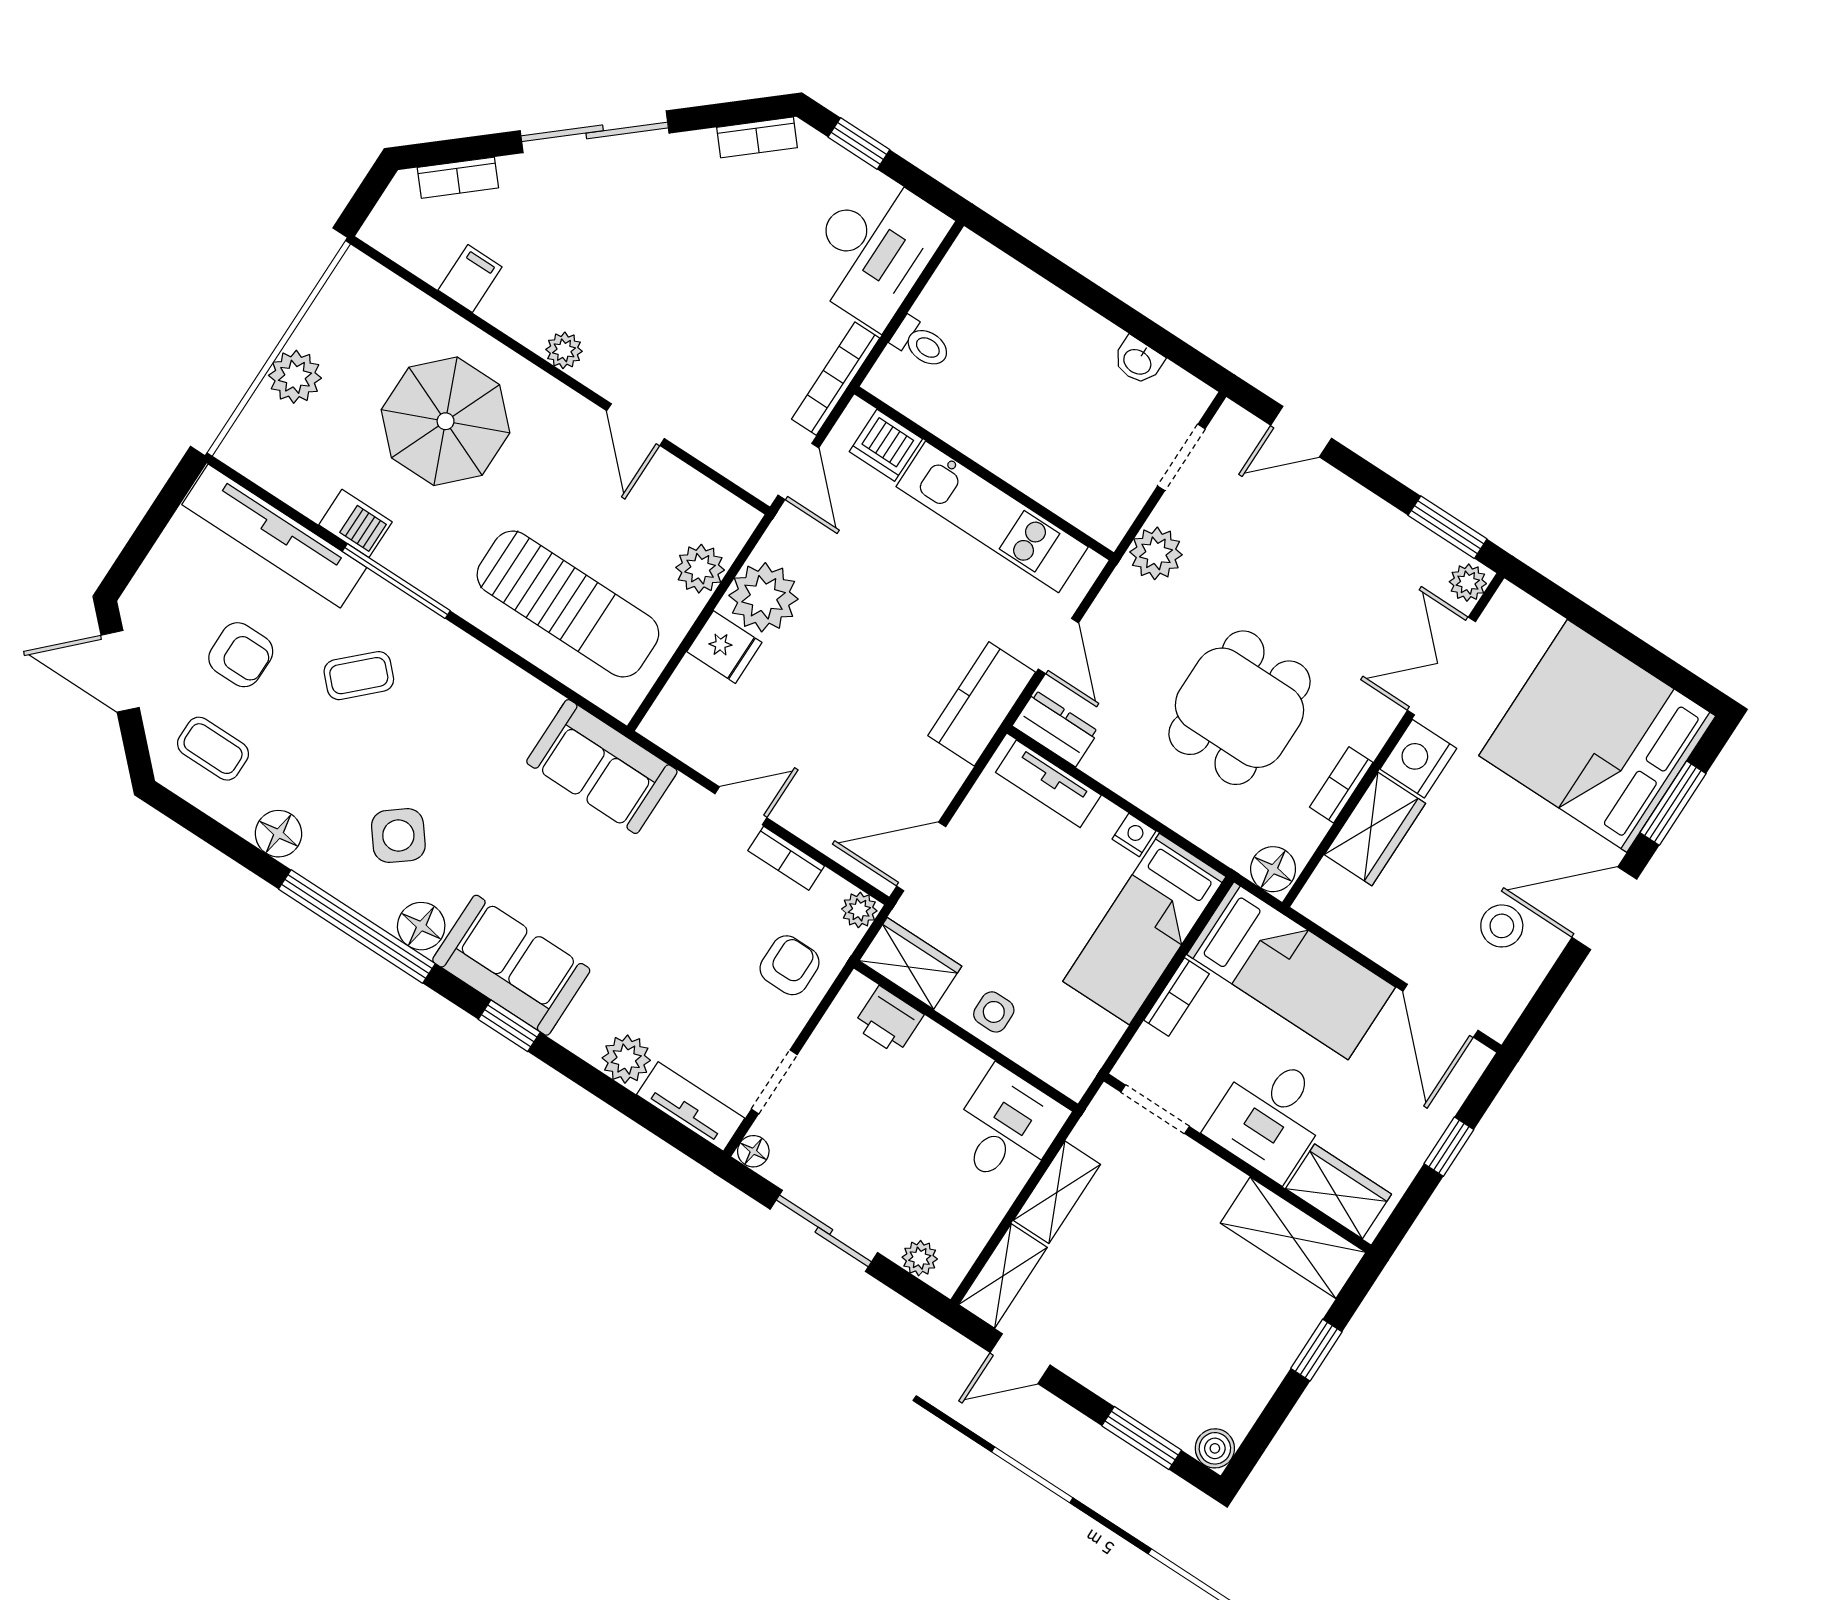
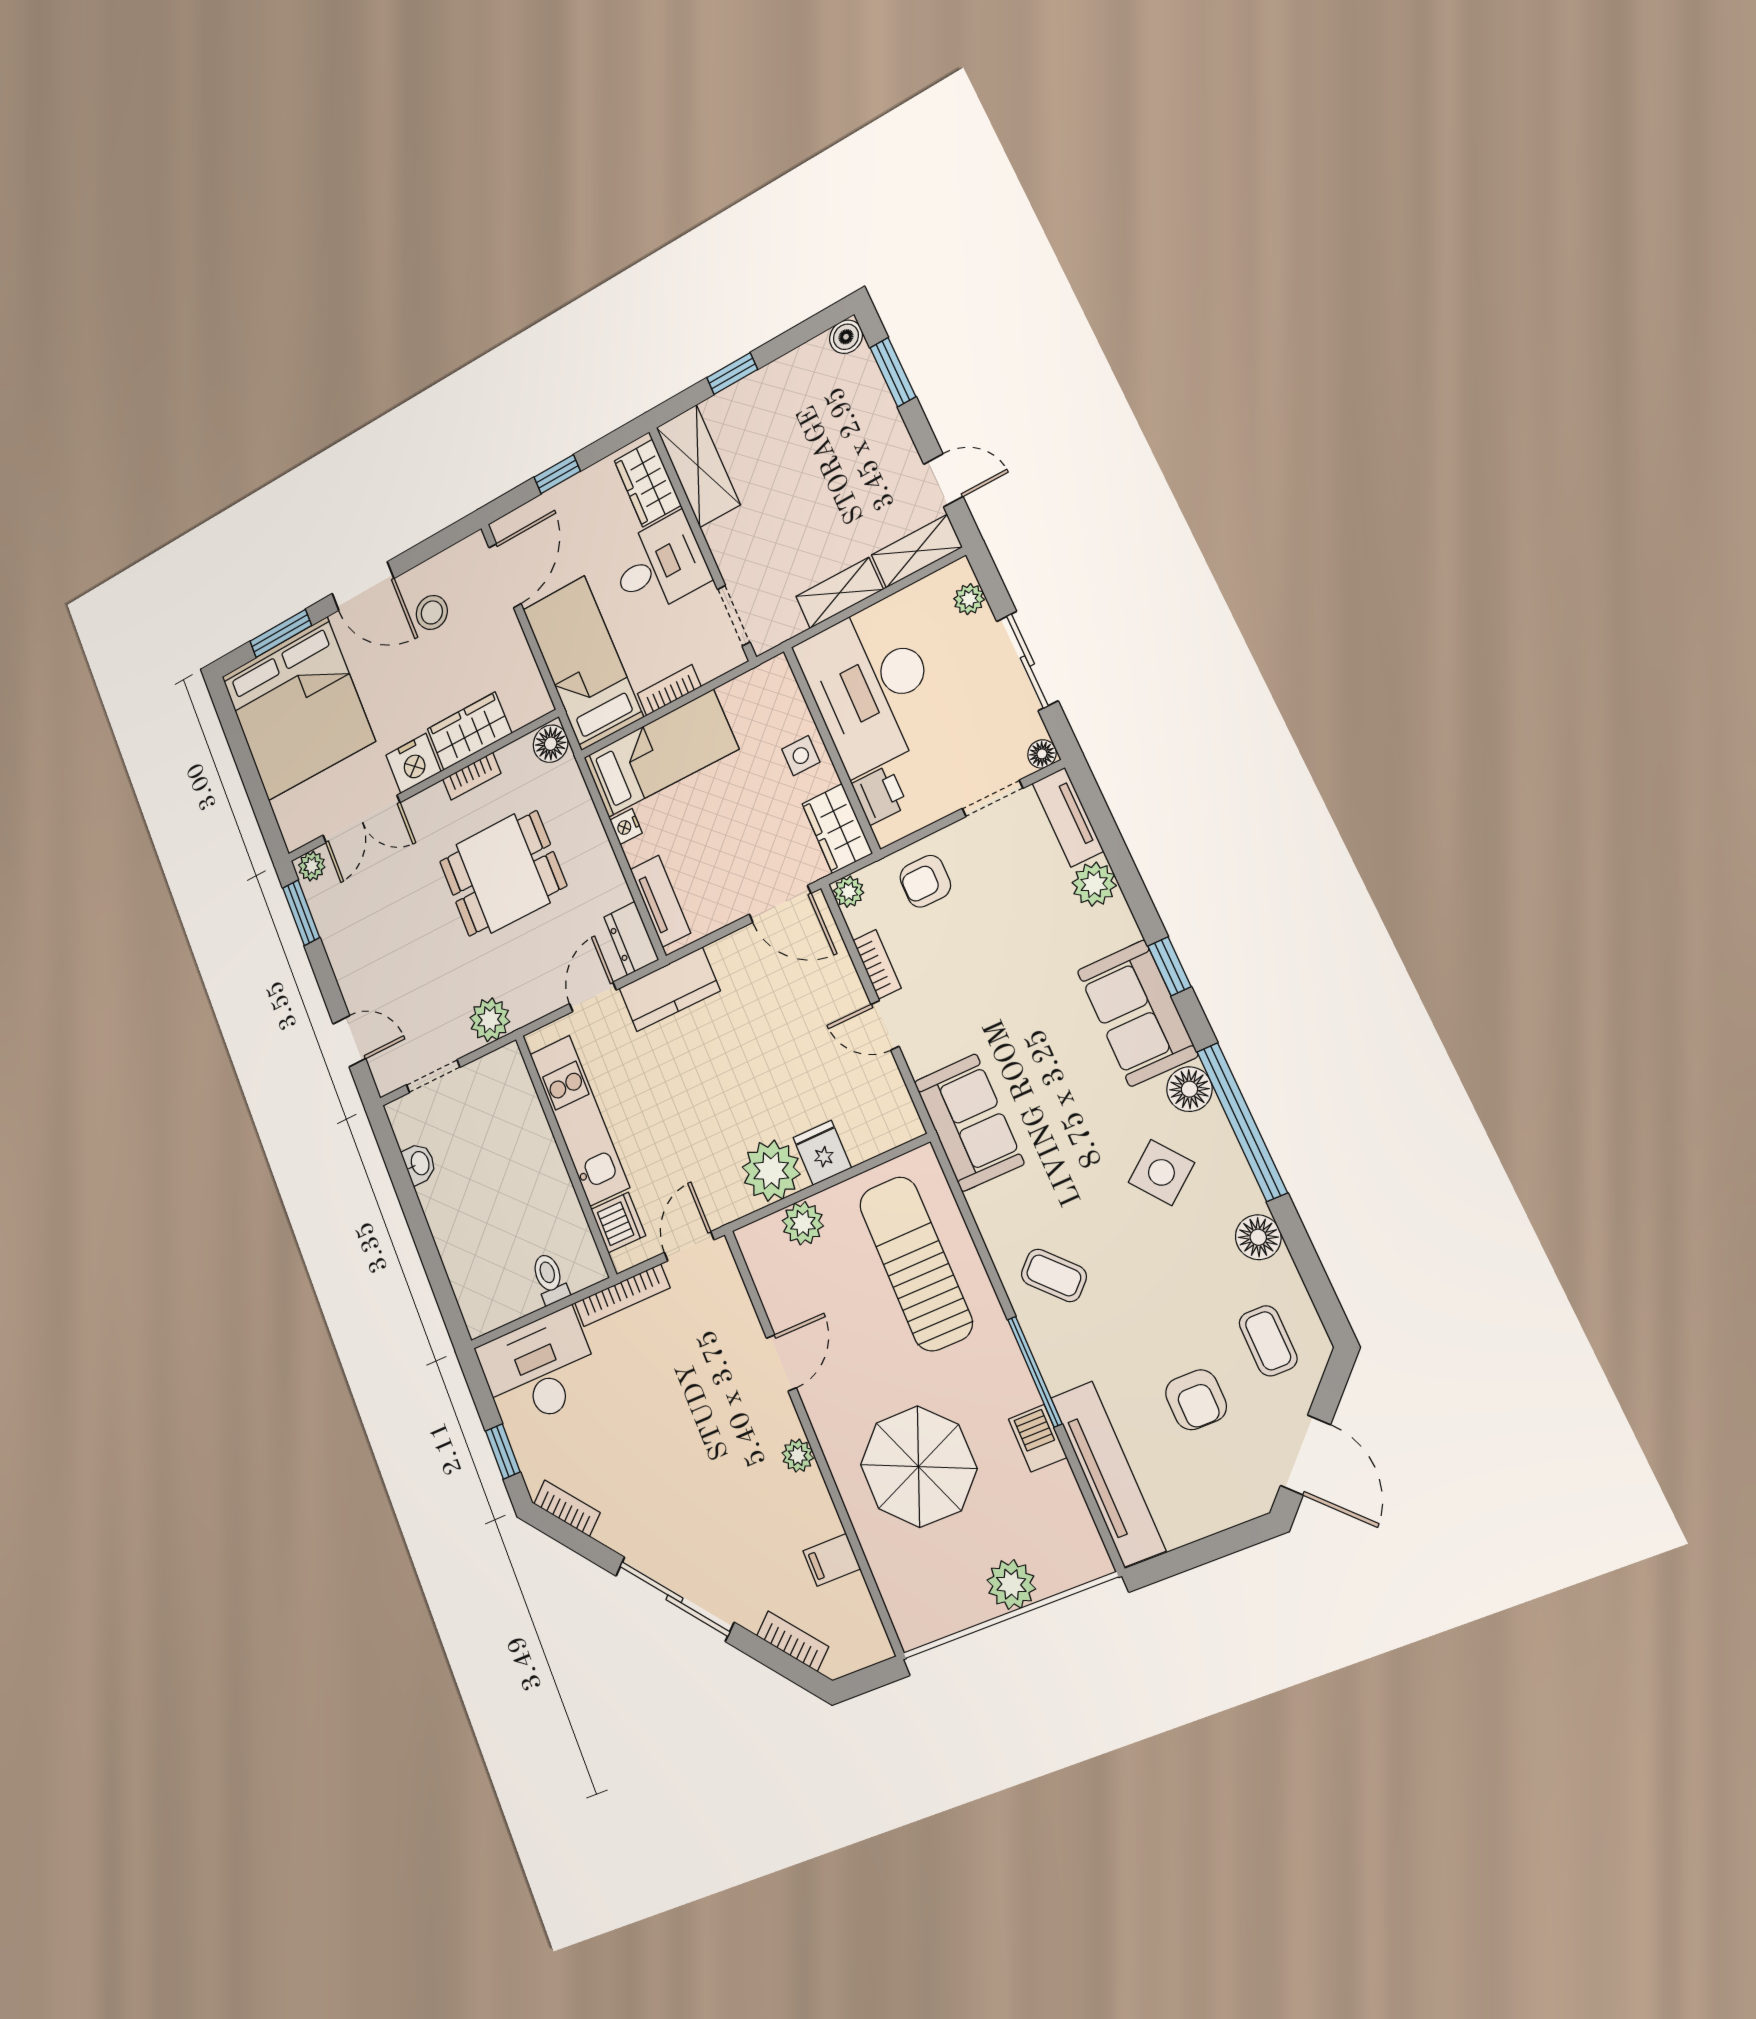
armchair: (241, 655) -> (1196, 1400), turned 180
coffee table: (359, 676) -> (1054, 1275), moved
desk: (1007, 1128) -> (871, 687), width x1.87, depth x1.30

